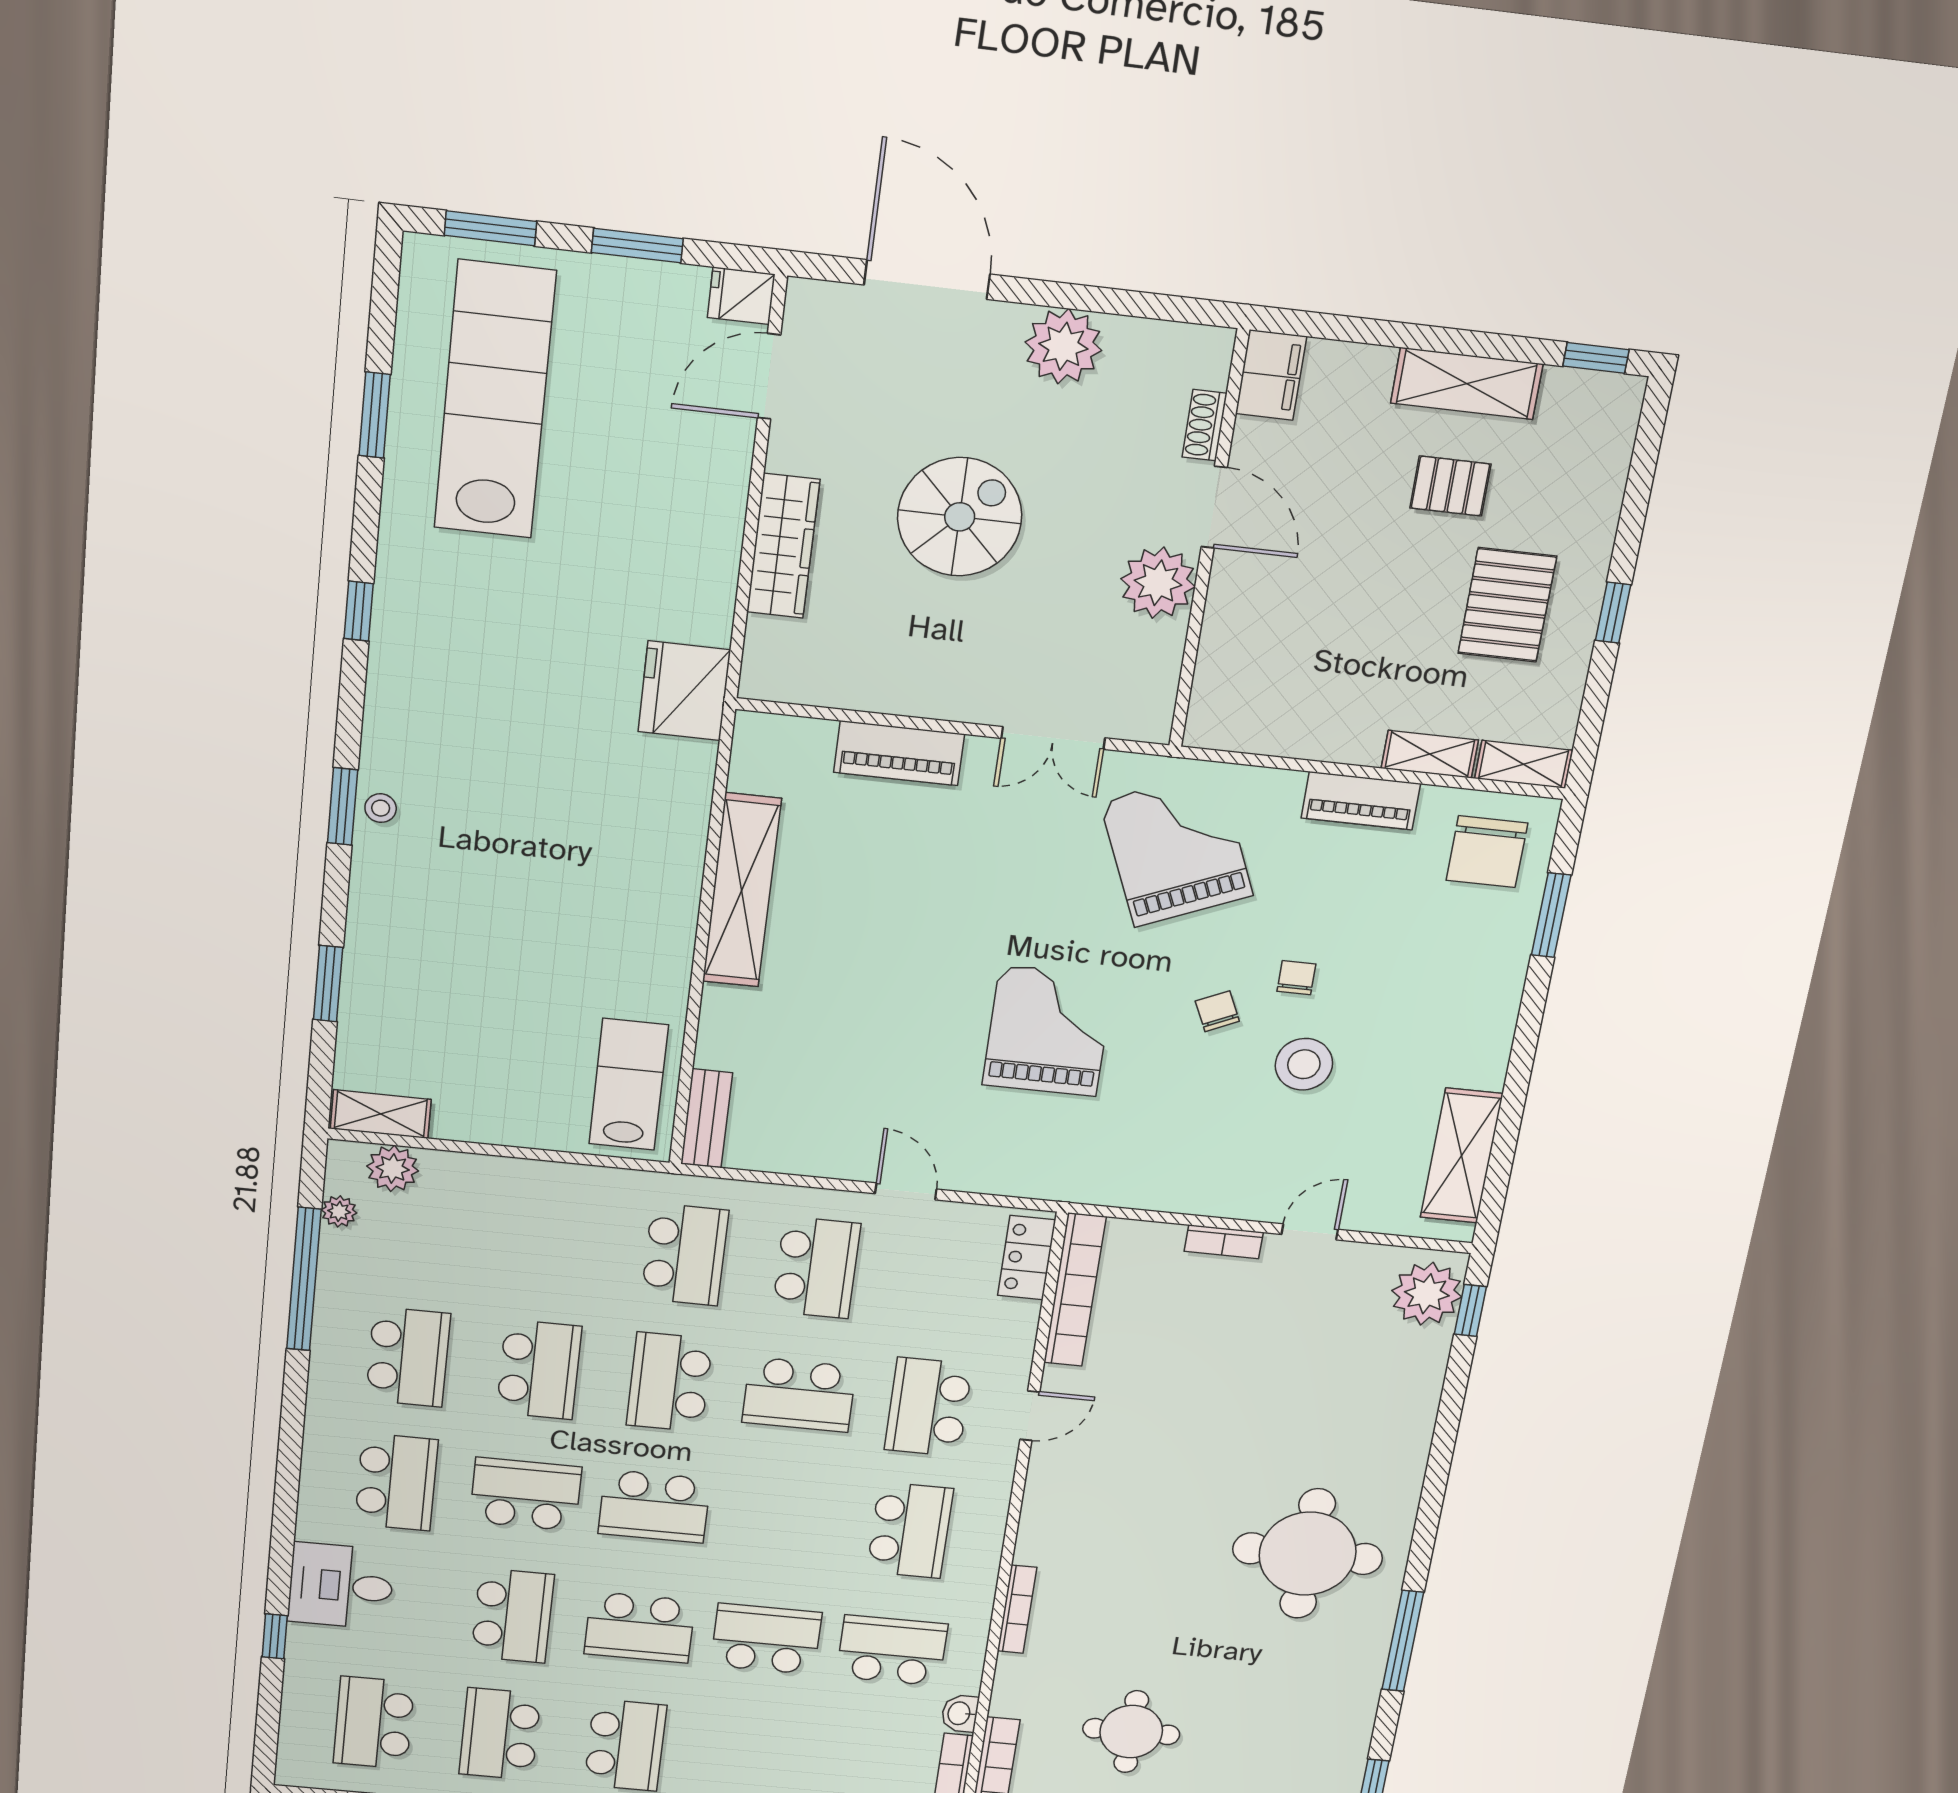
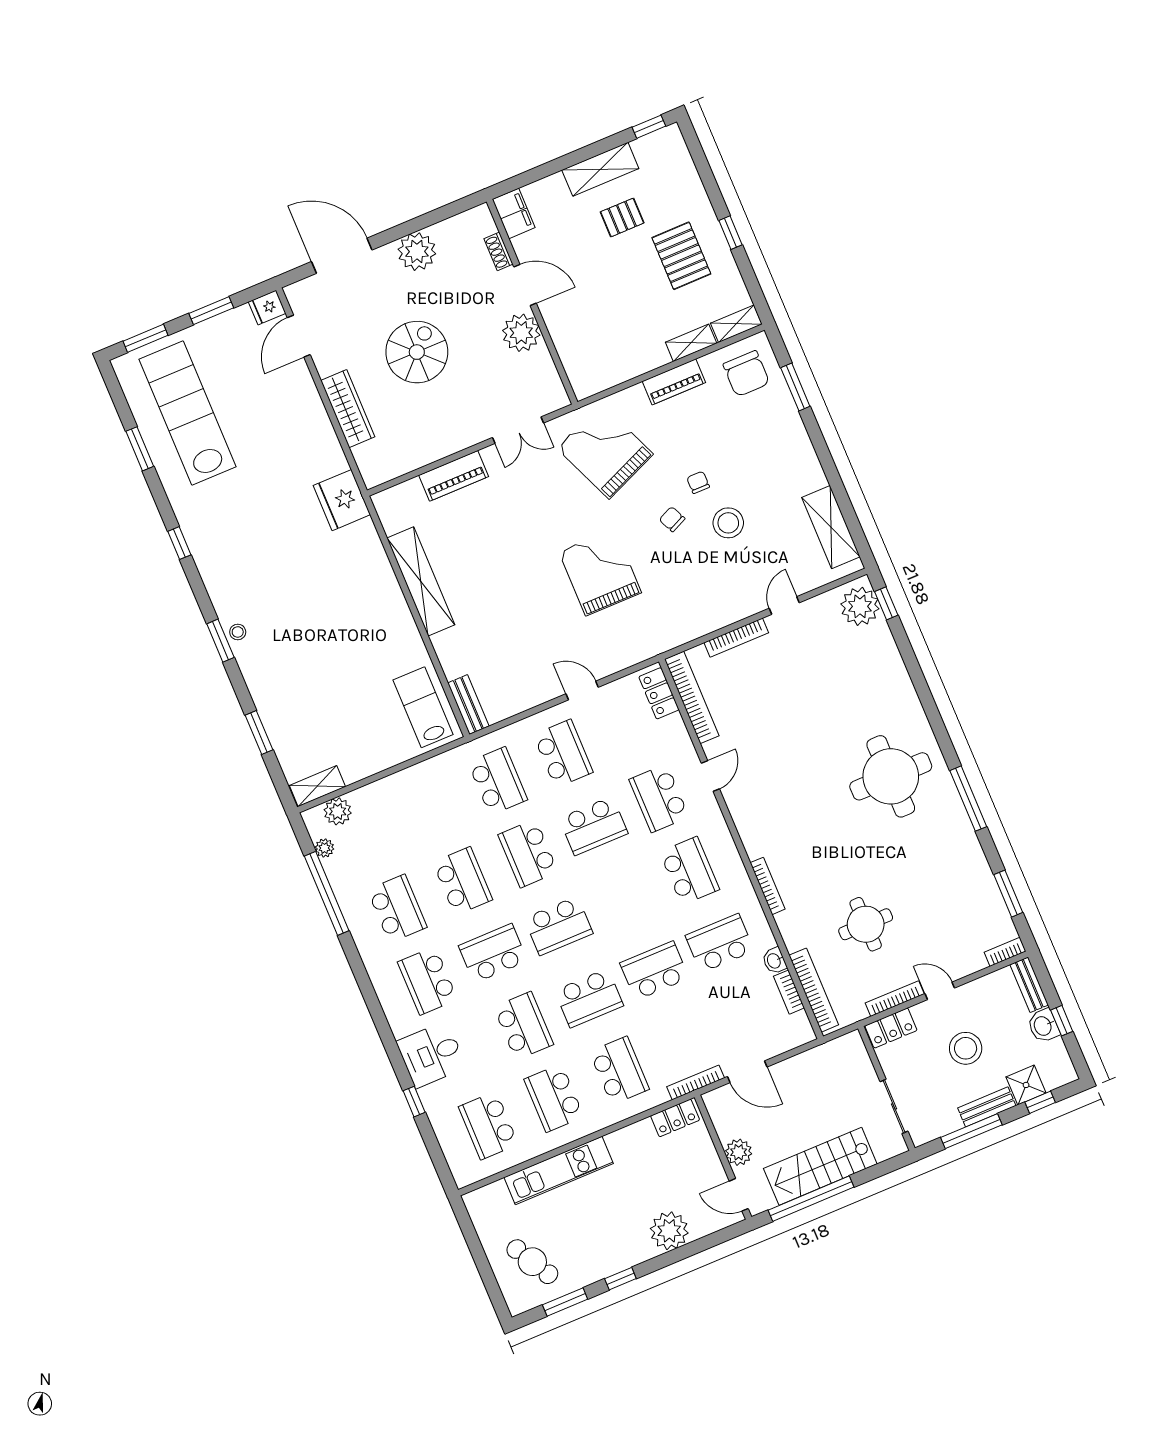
bookcase: (1224, 1242) -> (736, 638), width x1.56
school desk: (396, 1482) -> (428, 981), turned 180

